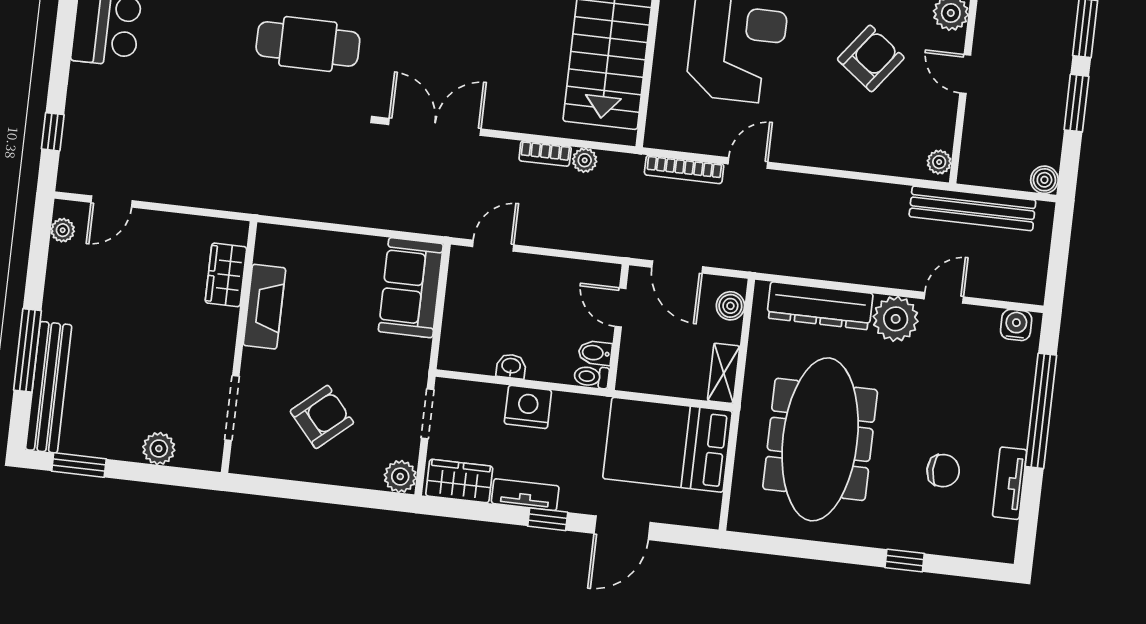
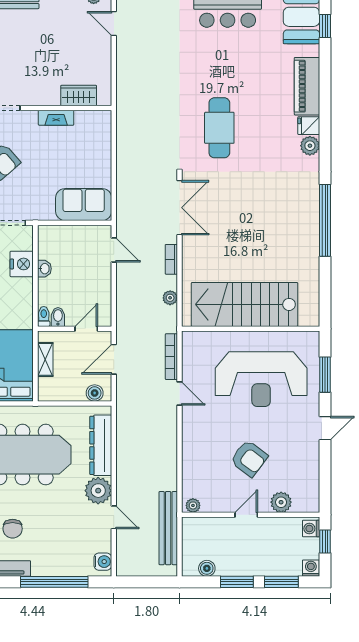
bookcase: (545, 154) -> (171, 259), moved
boiler: (1044, 180) -> (207, 568), moved
fireplace: (264, 307) -> (56, 118), width x0.73, depth x0.76
shelving: (724, 373) -> (45, 359), moved, turned 90
nightstand: (528, 407) -> (22, 264), moved

